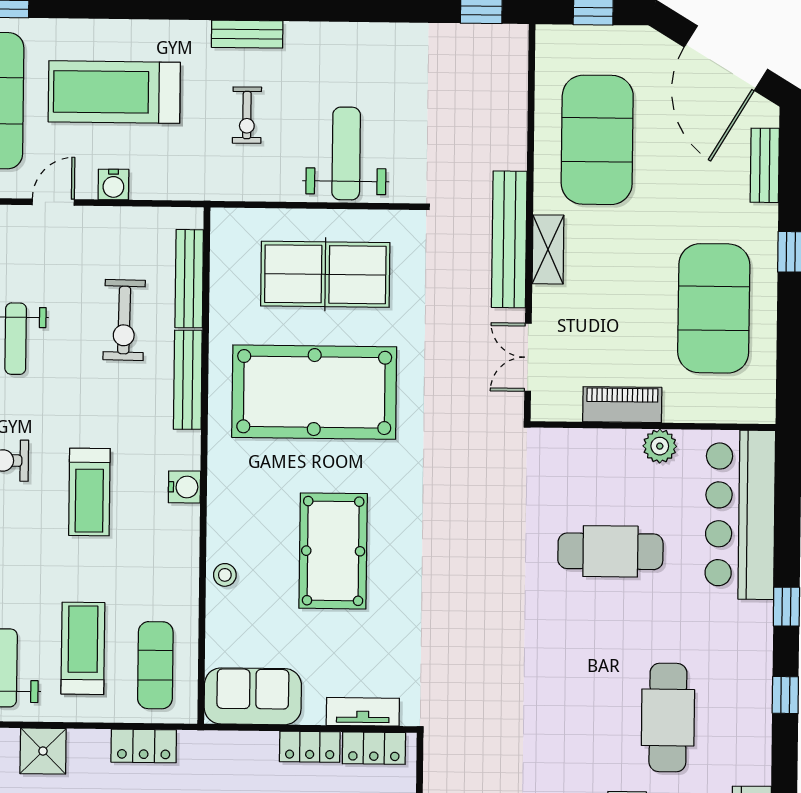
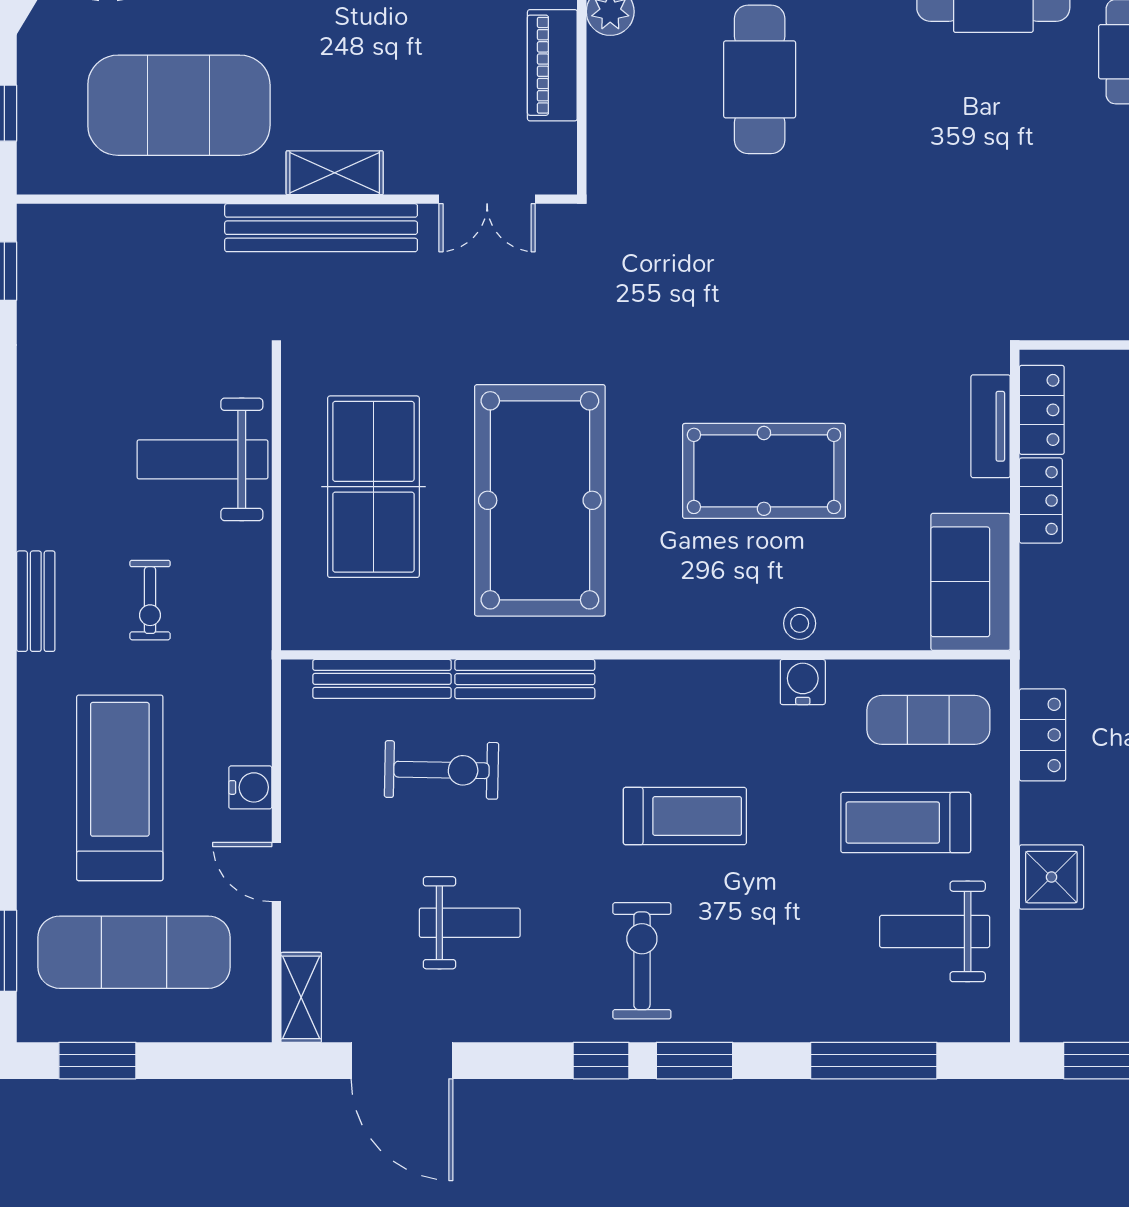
treadmill: (114, 92) -> (120, 788), turned 180
exercise bike: (247, 115) -> (150, 600), turned 90
water cooler: (184, 487) -> (803, 682), moved

